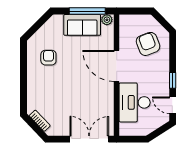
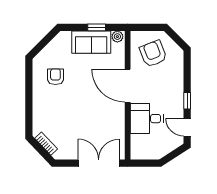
window: (87, 11) -> (97, 27), width x0.46
armchair: (148, 44) -> (153, 54), moved
desk: (135, 102) -> (147, 119), width x0.73

